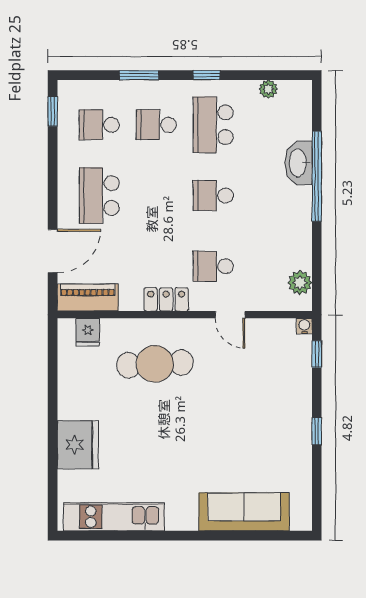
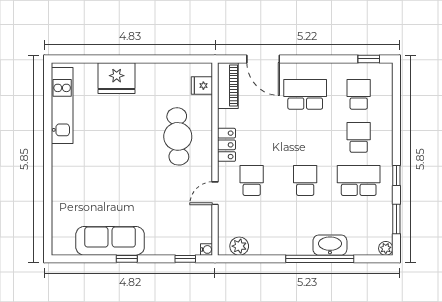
window: (139, 75) -> (396, 219), moved
plant: (268, 89) -> (386, 248), moved
sofa: (244, 512) -> (110, 241), moved, turned -90

